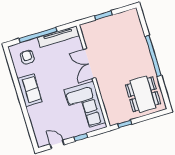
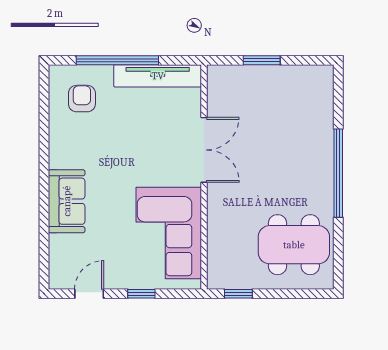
double door: (89, 64) -> (204, 150), swing flipped
sofa: (30, 90) -> (67, 201), moved
dining table: (143, 94) -> (294, 245), turned 90
door: (57, 144) -> (89, 294), hinge flipped

